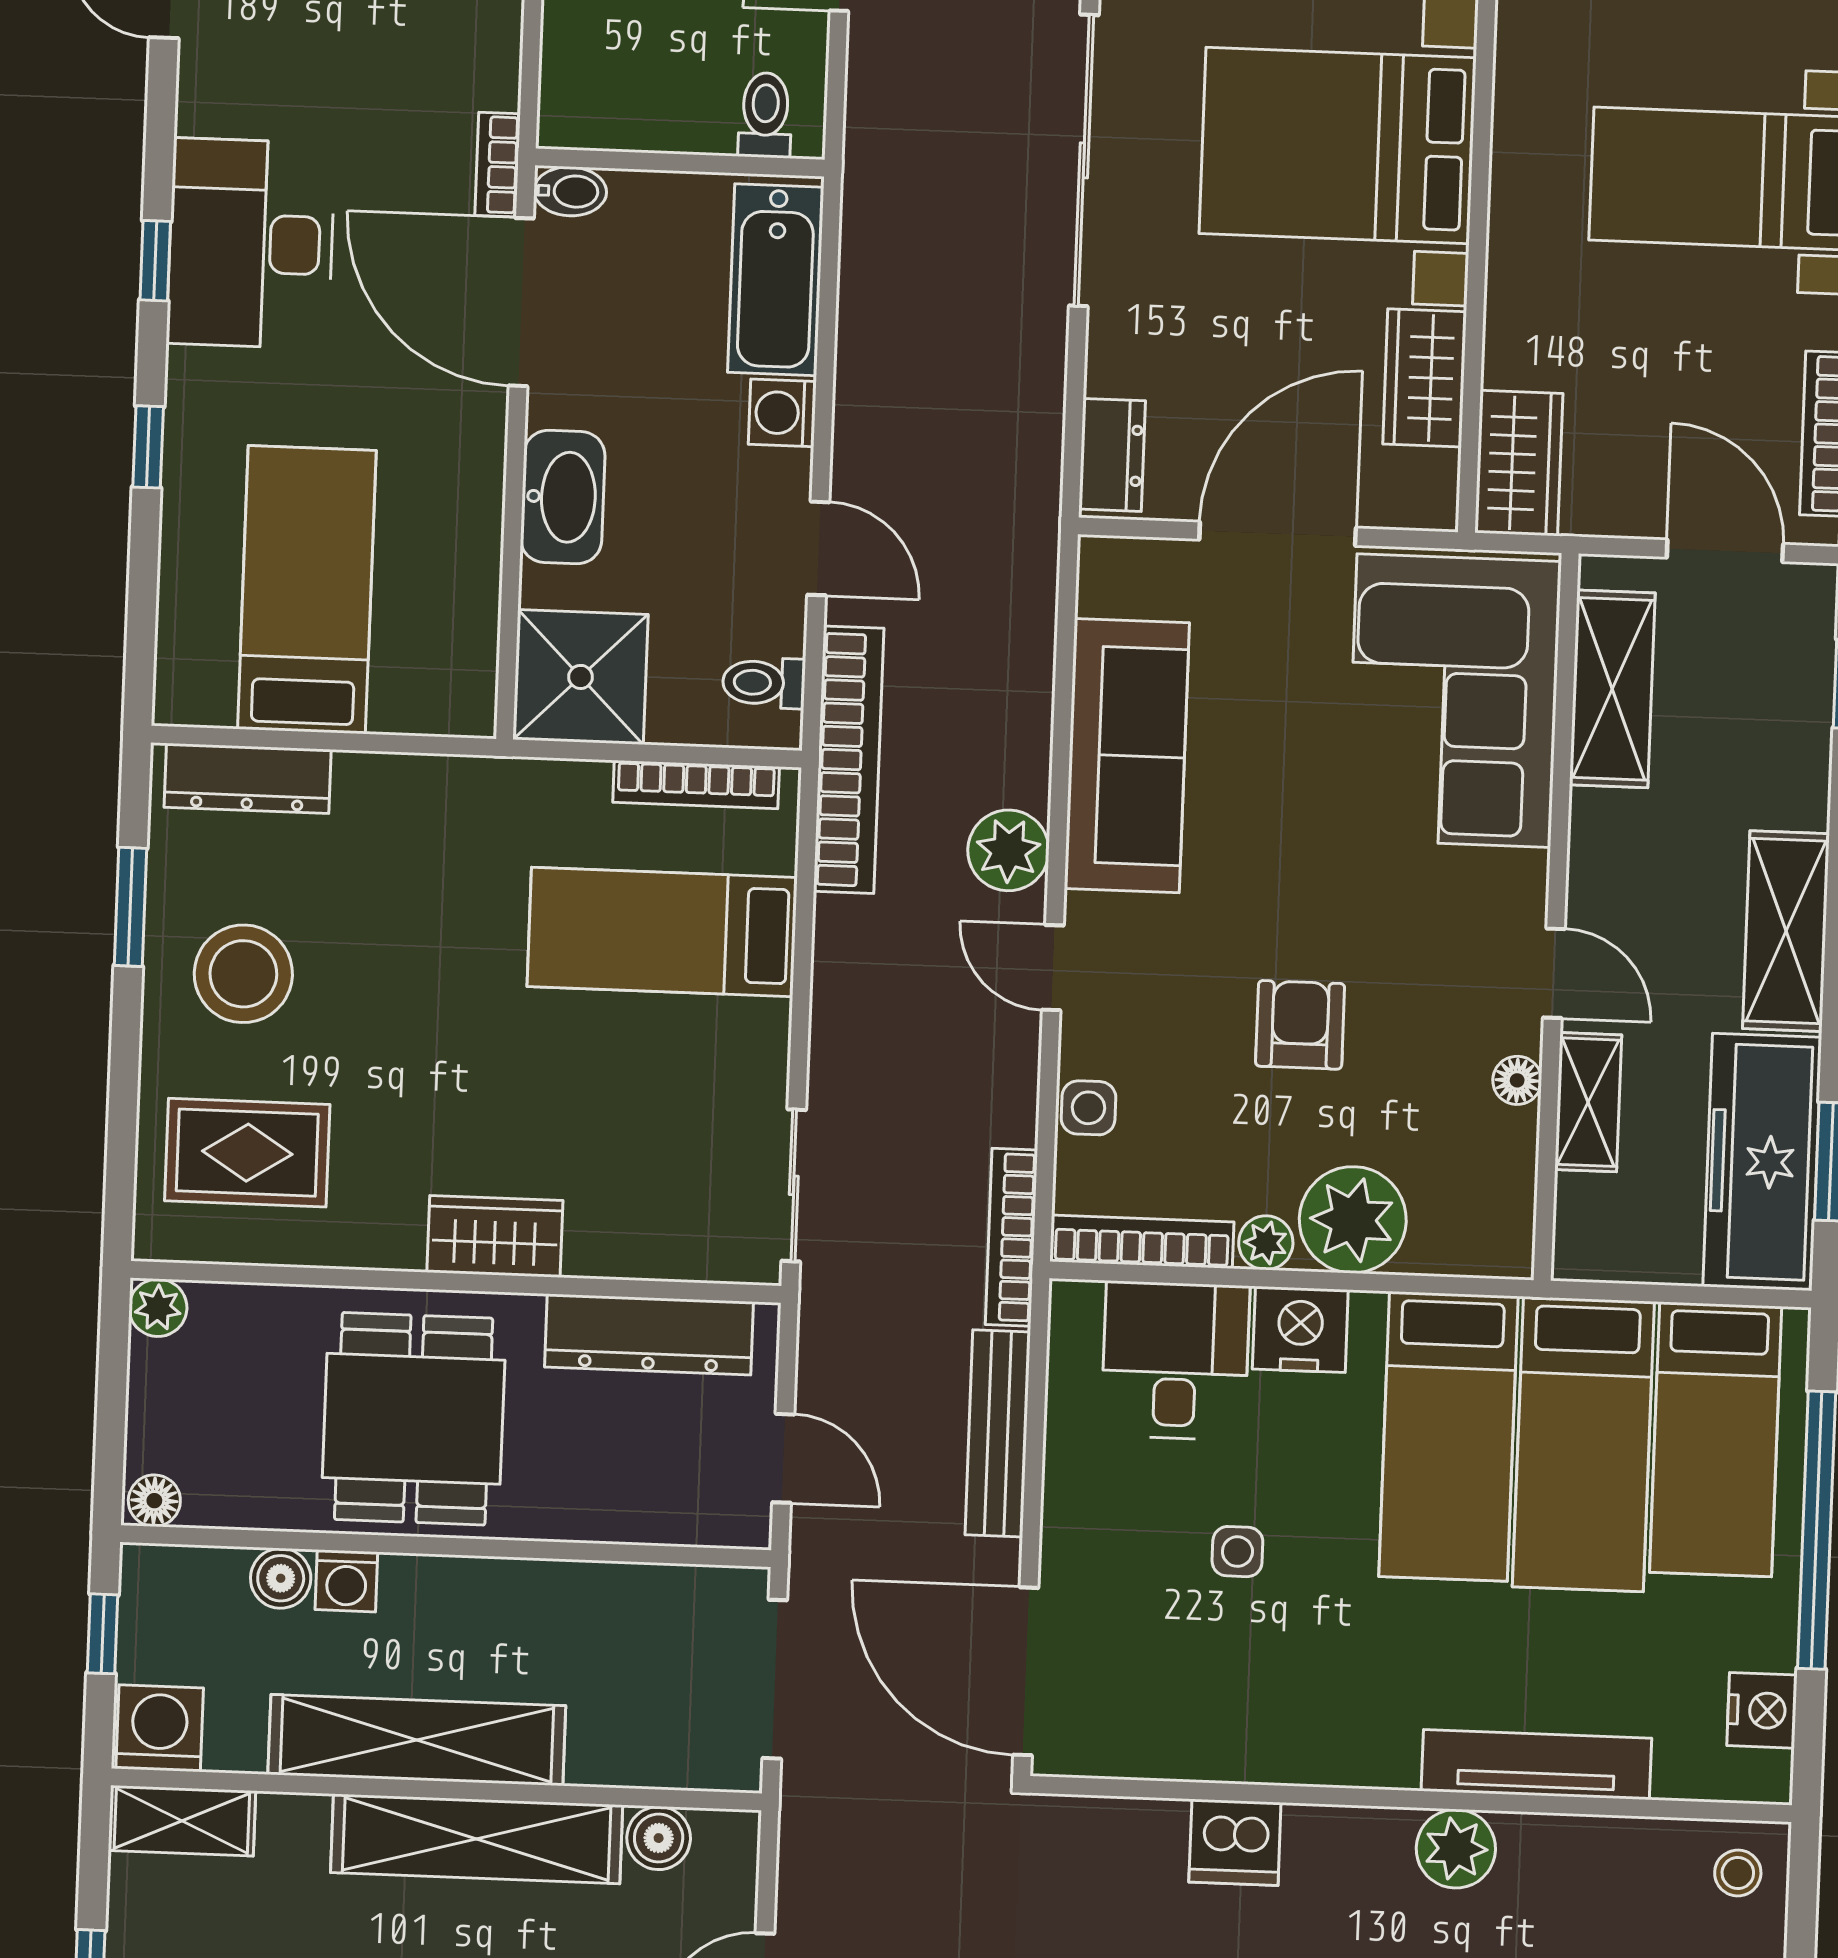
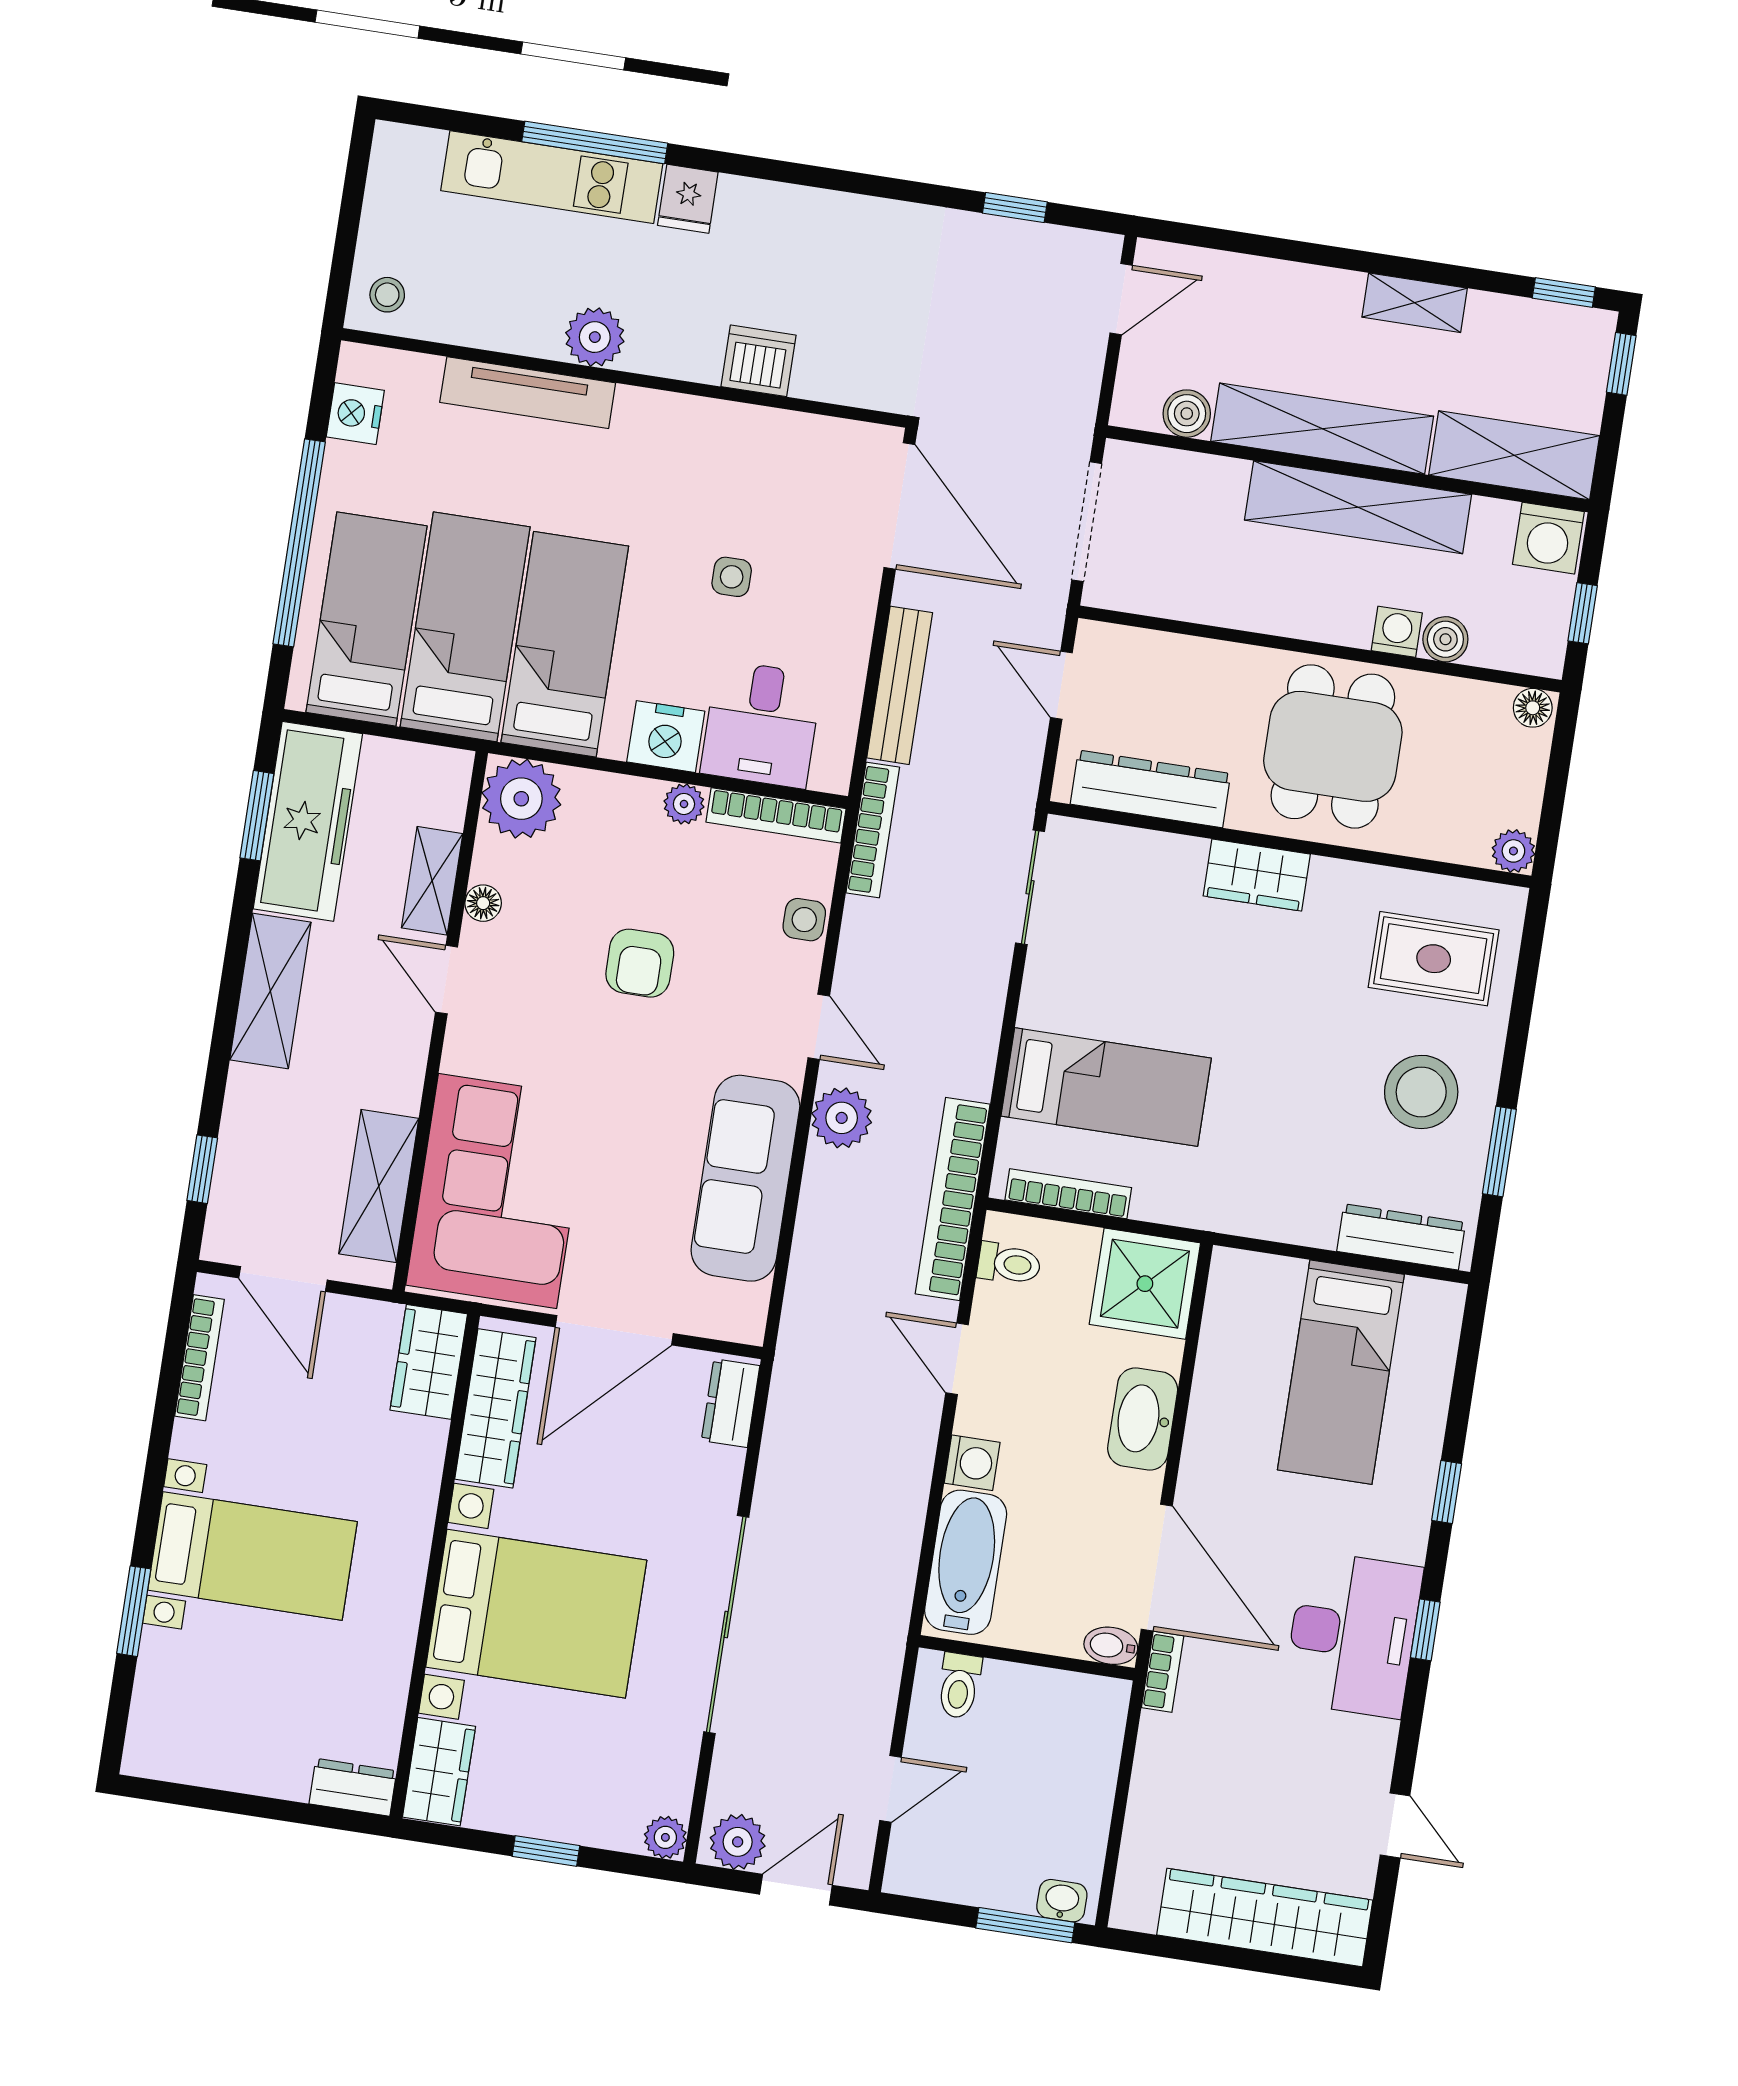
wardrobe: (1425, 378) -> (495, 1408), width x1.50
plant: (1353, 1220) -> (521, 799), moved
shelving: (182, 1821) -> (1514, 455), width x1.50, depth x1.33

